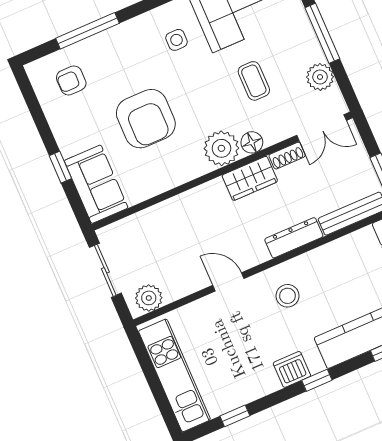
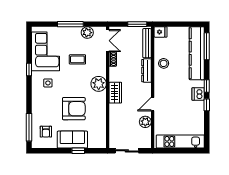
window: (88, 31) -> (29, 127), moved
floor lamp: (252, 142) -> (101, 71), removed
wardrobe: (250, 178) -> (115, 93), moved
sofa: (96, 184) -> (72, 140), moved
stool: (287, 296) -> (164, 63), moved
plant: (149, 298) -> (145, 122), moved
window: (235, 416) -> (207, 105), moved

